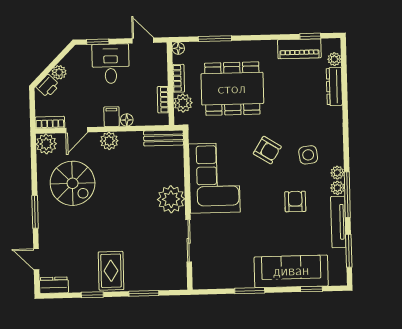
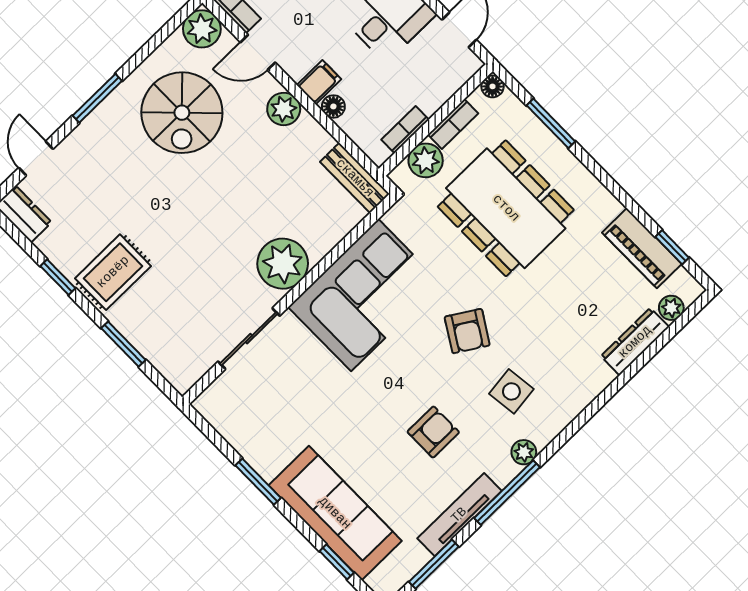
plant: (337, 188) -> (504, 471), removed

